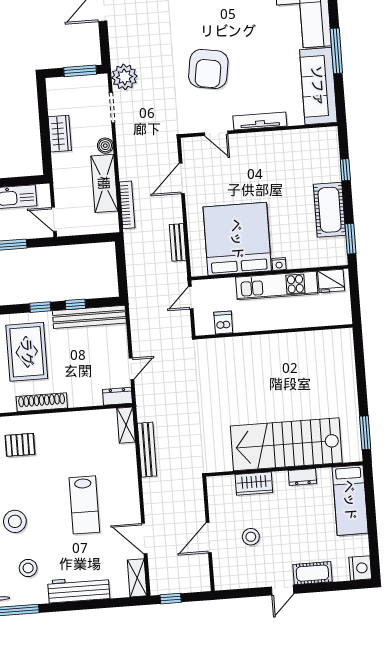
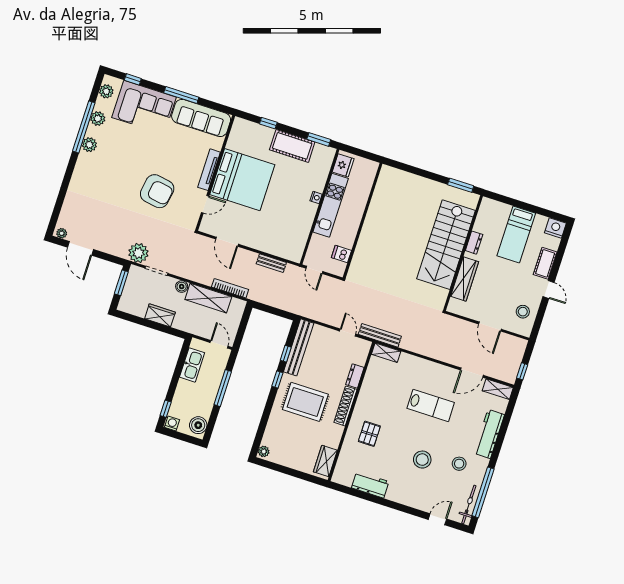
door: (54, 219) -> (219, 344), swing flipped
bed: (237, 239) -> (242, 180), moved, turned 180
dresser: (117, 396) -> (355, 376), moved
bench: (147, 450) -> (380, 335), moved
wardrobe: (254, 484) -> (465, 279), width x1.50
bed: (350, 500) -> (516, 234), moved, turned 90
stool: (251, 537) -> (523, 312), moved

